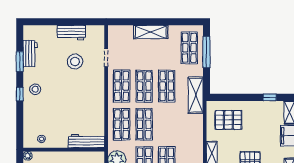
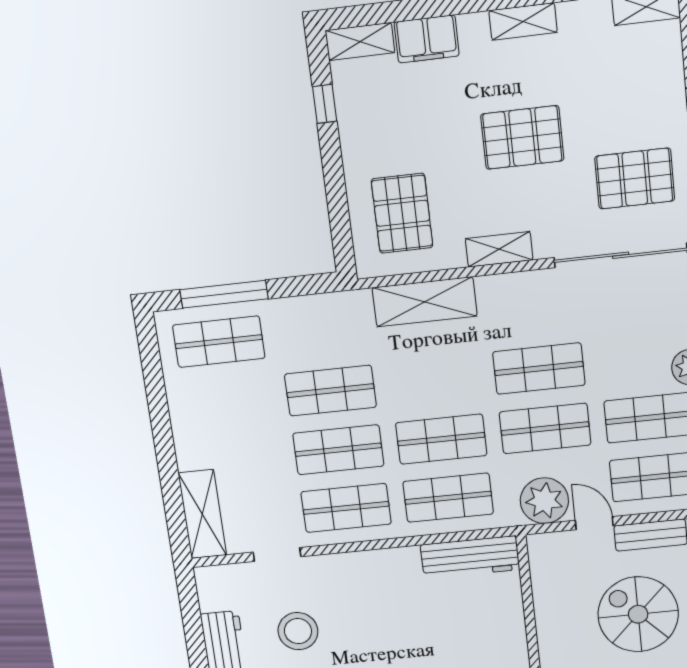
shelving: (151, 32) -> (202, 514), moved
shelving: (196, 95) -> (425, 302), moved
workbench: (86, 141) -> (470, 557), moved, turned -90

